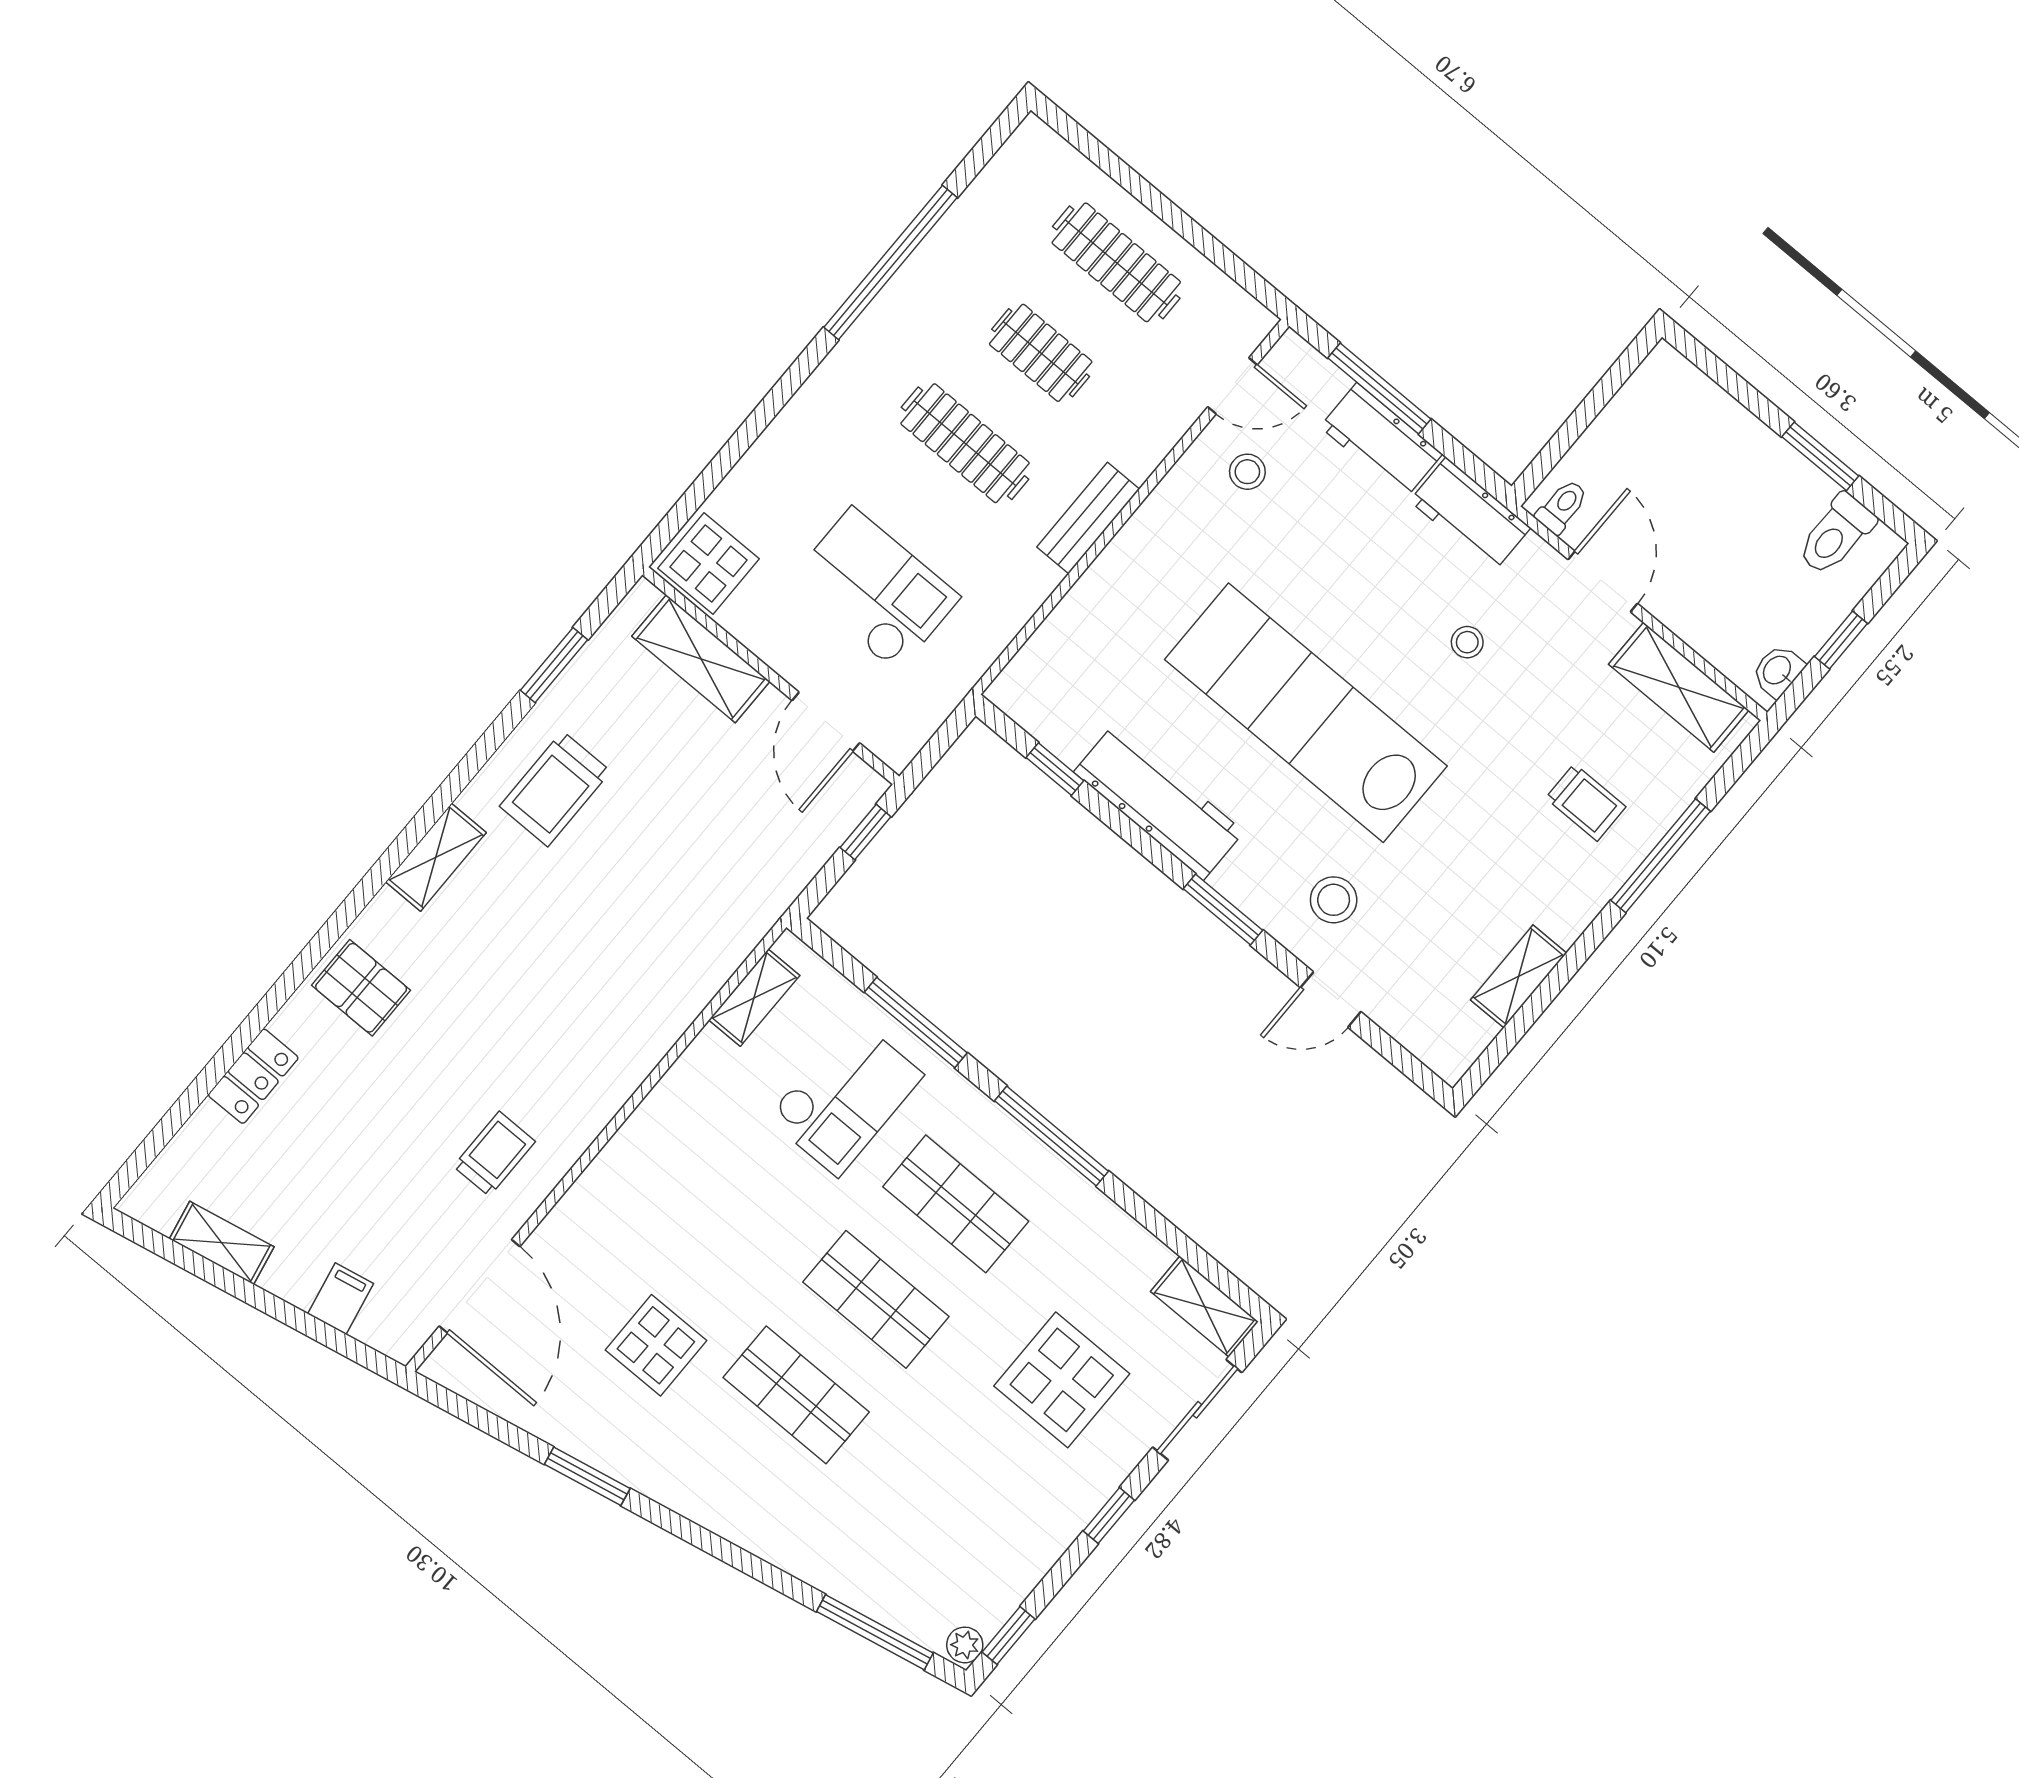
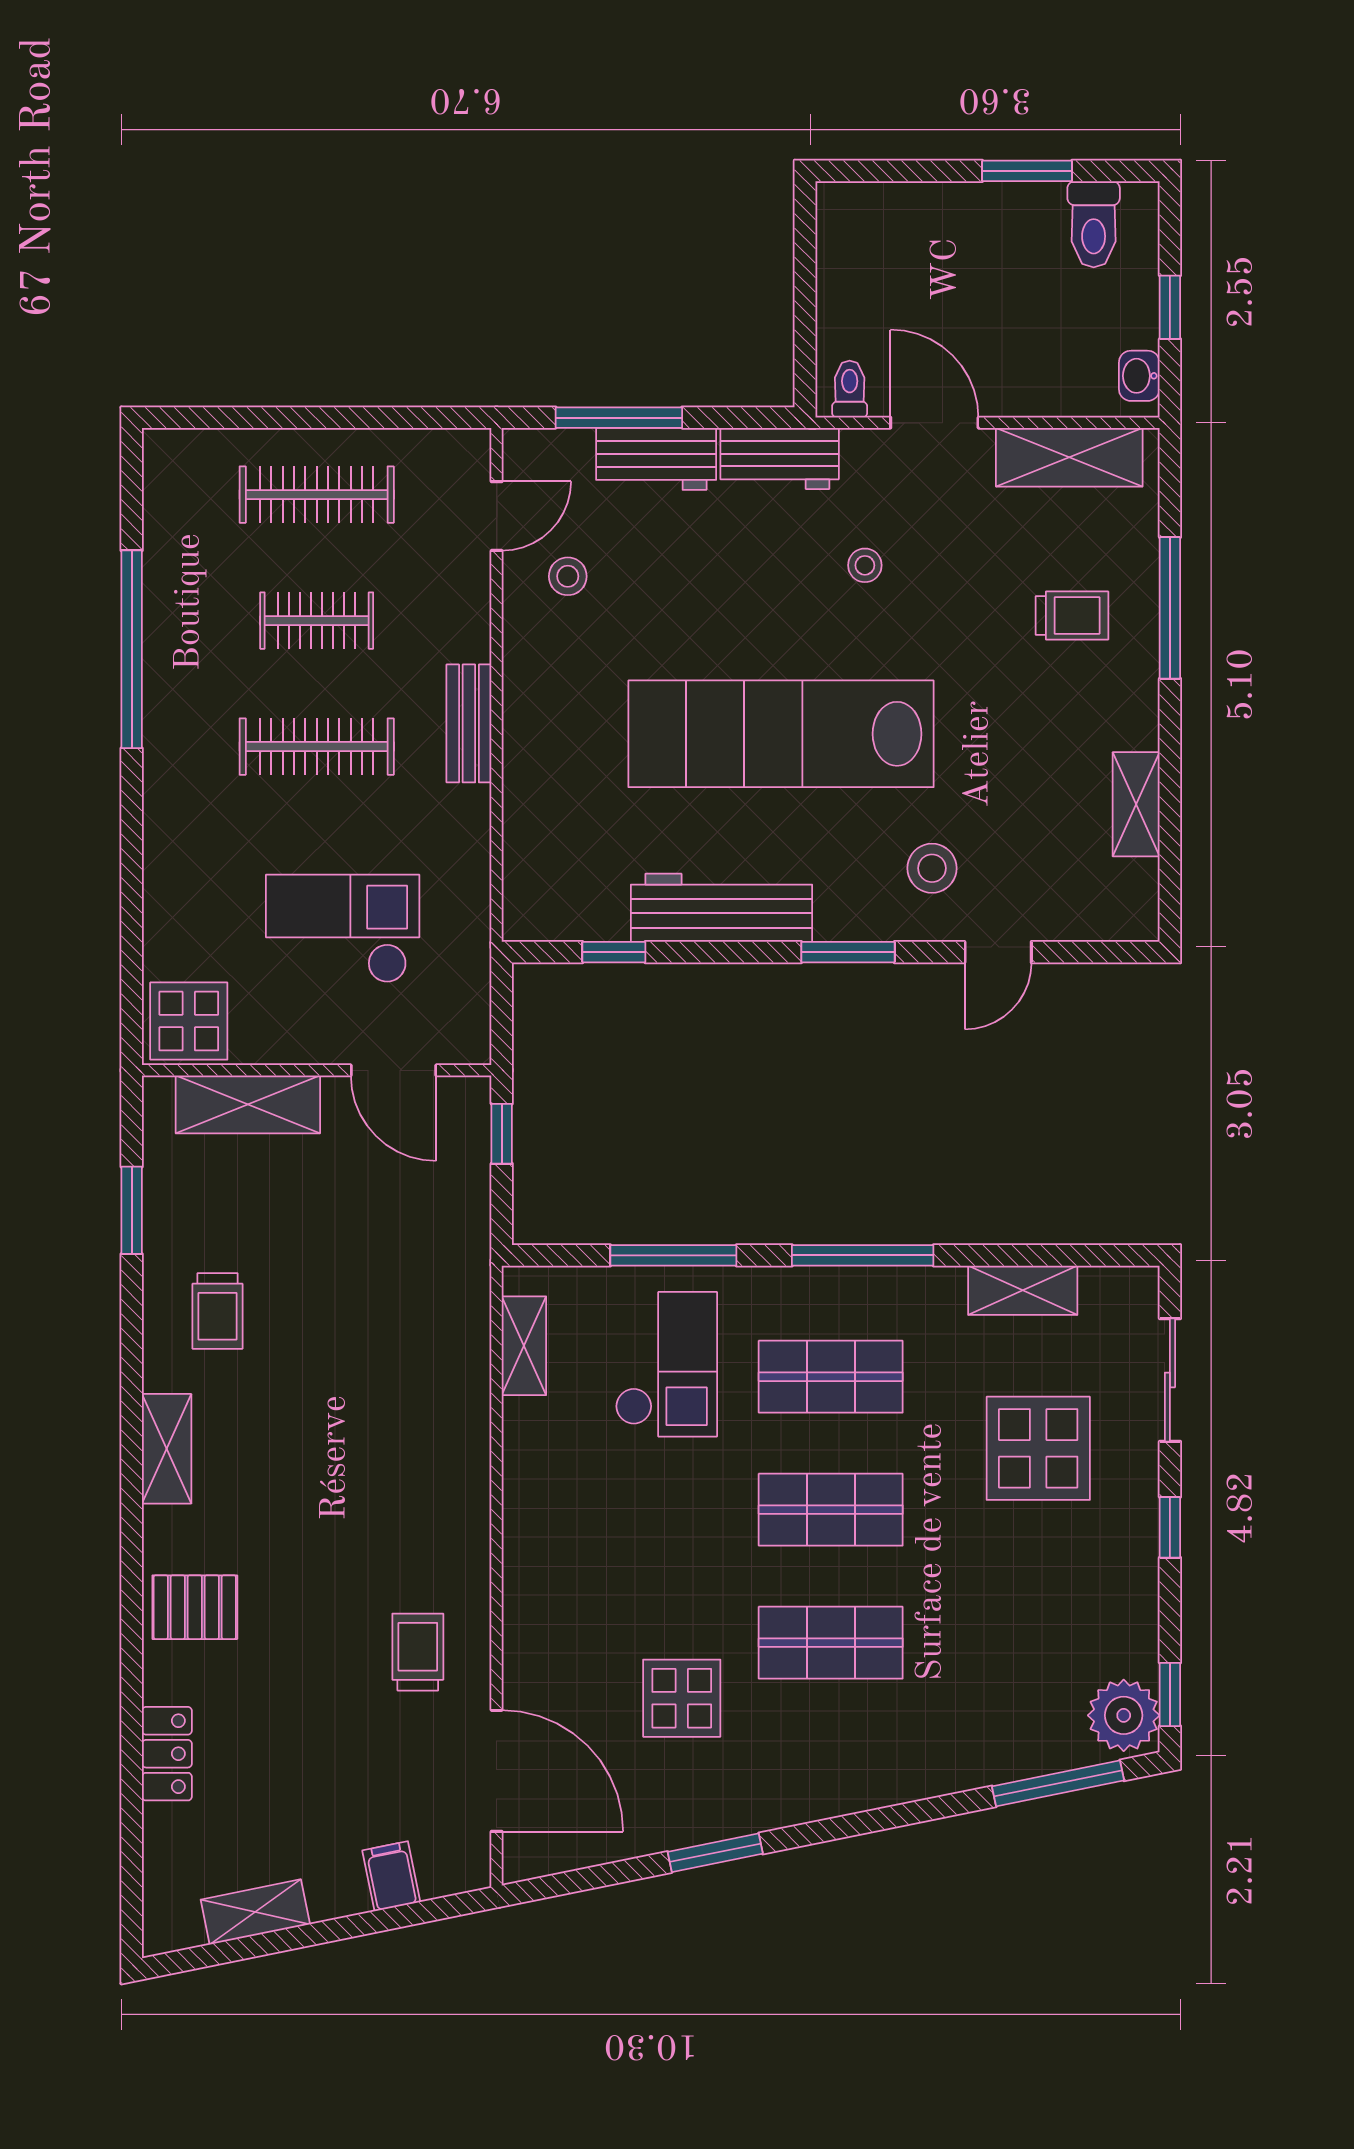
trolley: (555, 789) -> (218, 1311), width x0.73, depth x0.72
shelving: (1204, 1306) -> (1023, 1290), moved
plant: (965, 1645) -> (1124, 1715), width x1.88, depth x1.88

